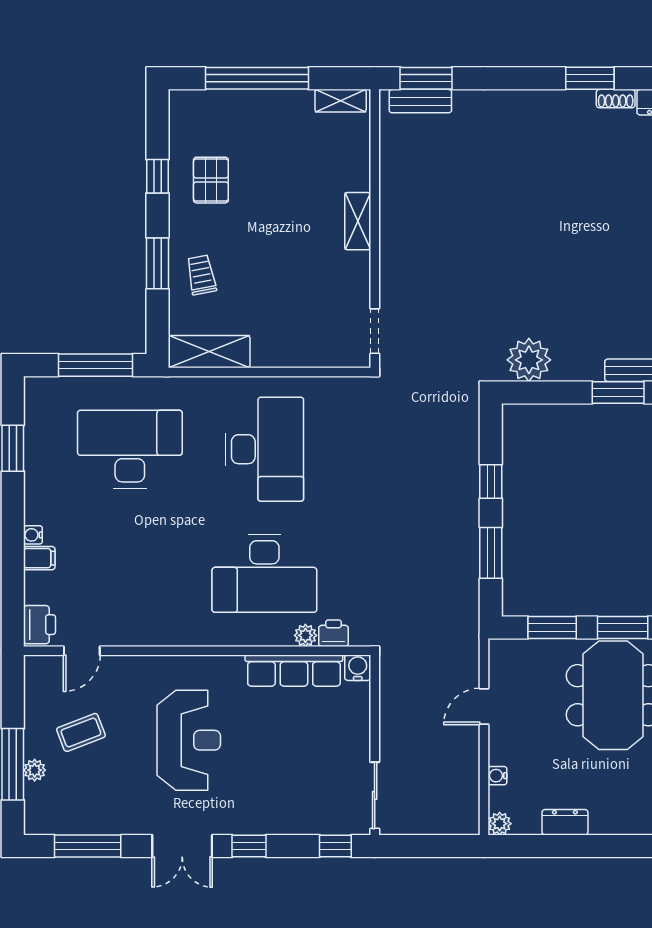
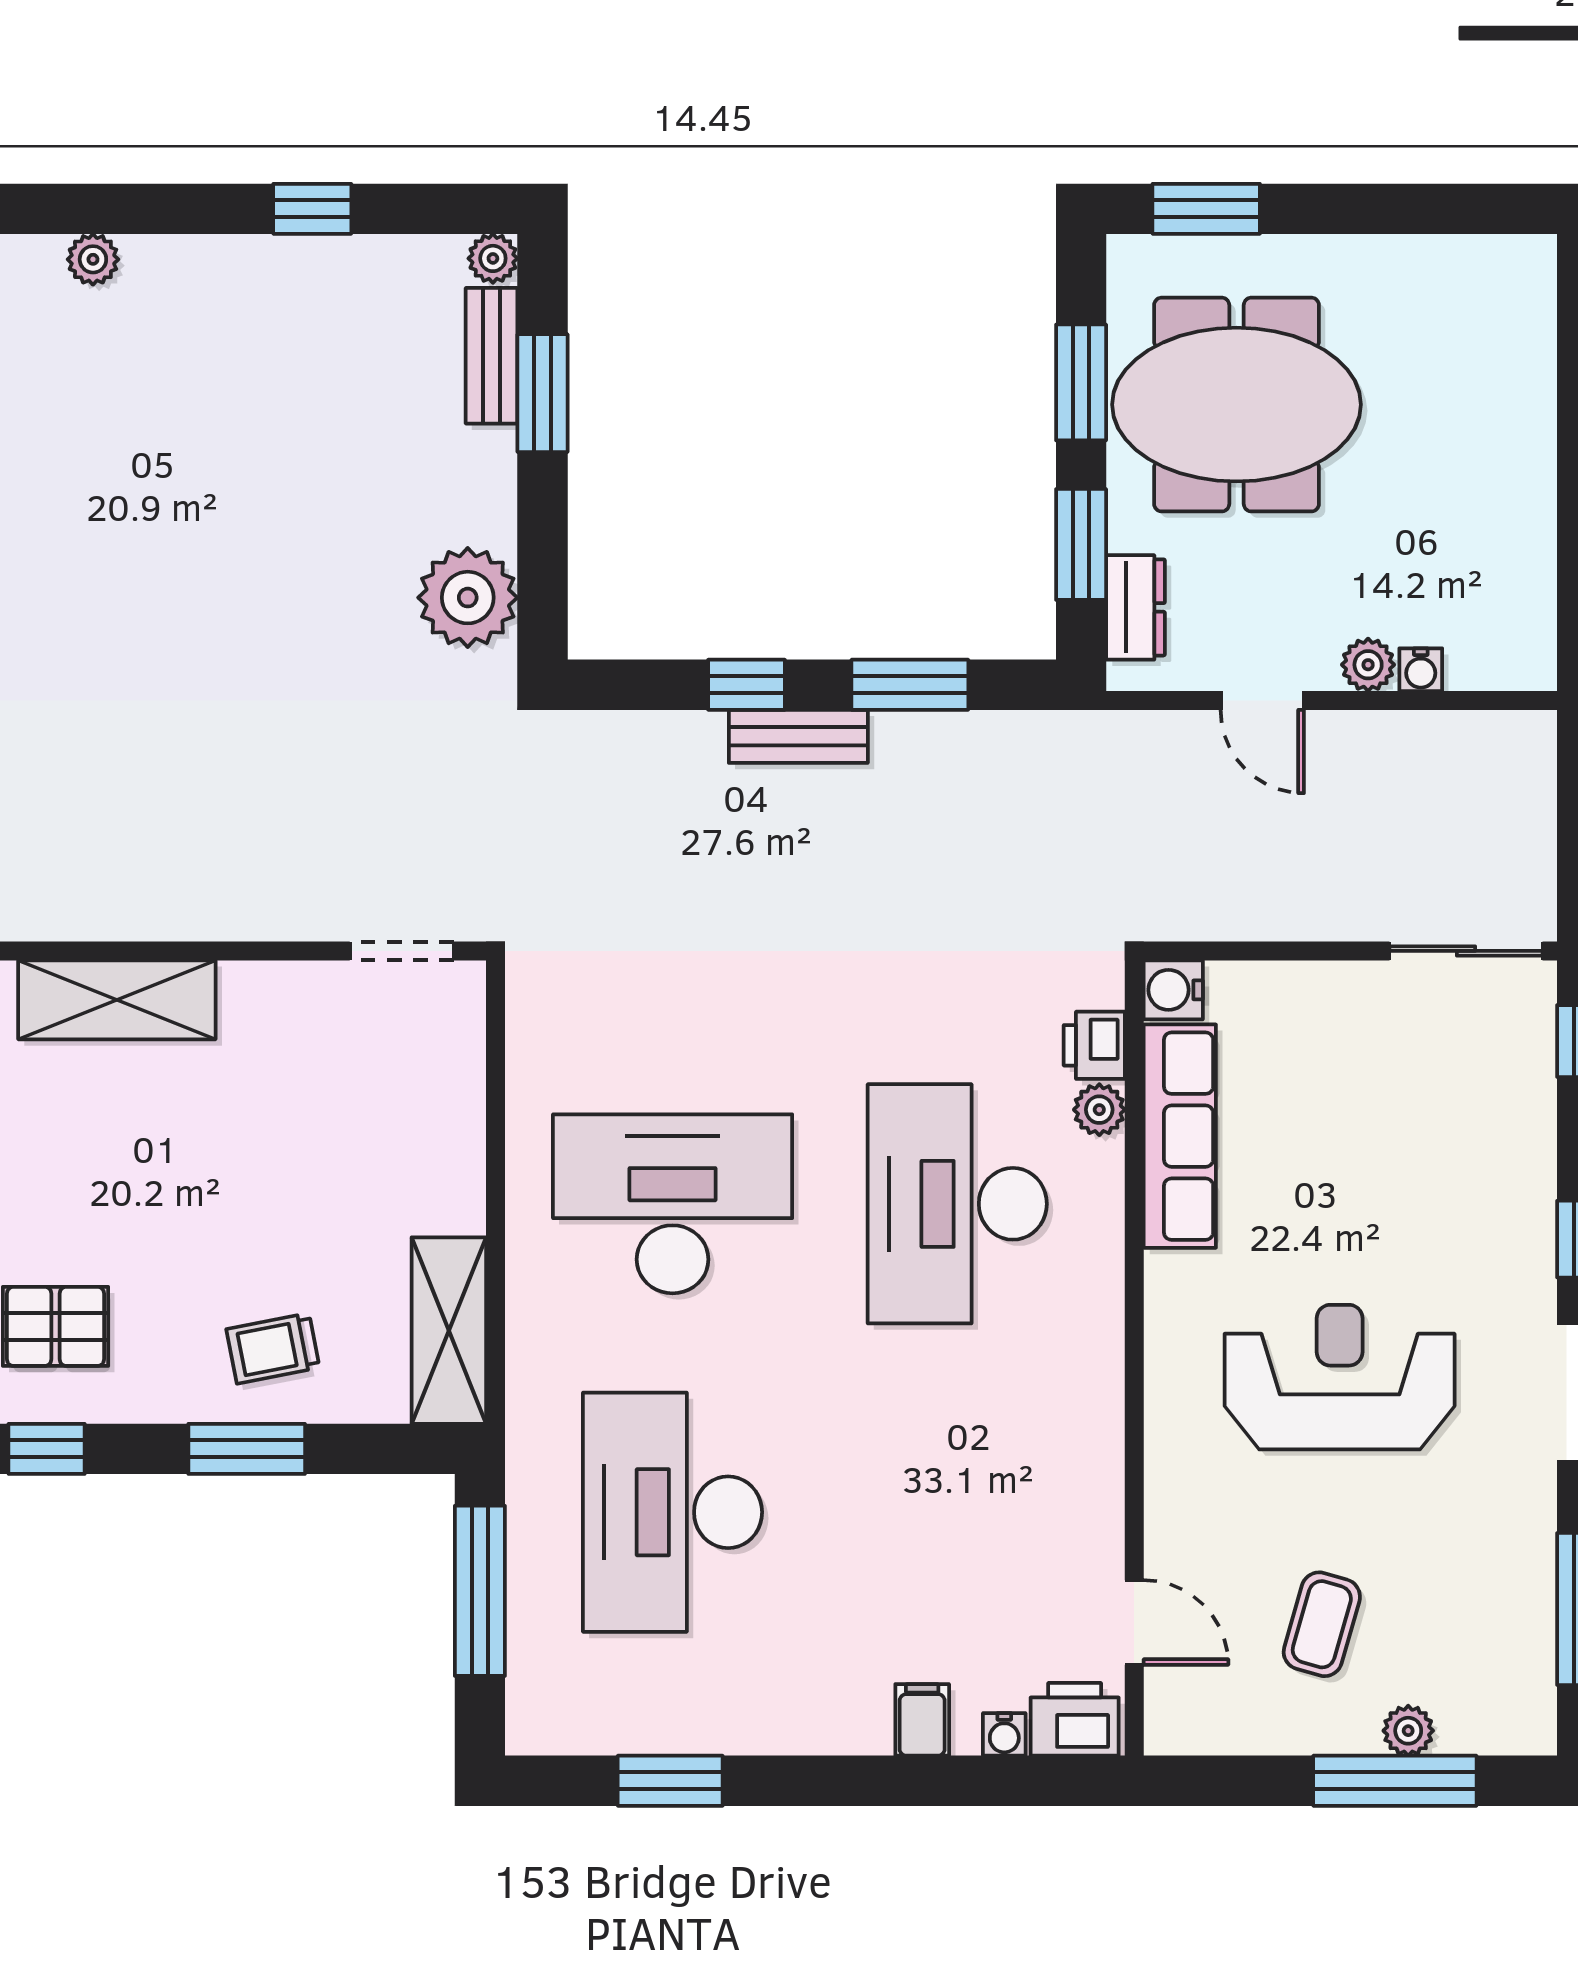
shelving: (358, 221) -> (117, 1000), width x1.50, depth x1.33
bench: (468, 504) -> (798, 736), added
water cooler: (33, 535) -> (1004, 1734), moved
desk: (264, 573) -> (957, 1204), turned 180
coffee table: (81, 732) -> (1322, 1624), turned 37
dresser: (565, 822) -> (1136, 607), moved, turned 180
plant: (500, 824) -> (1368, 665), moved

